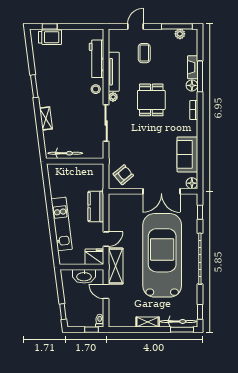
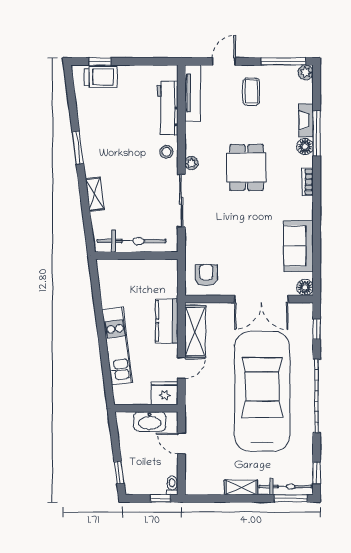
plant: (180, 34) -> (306, 72), moved
coffee table: (144, 53) -> (251, 92), moved
tv unit: (114, 72) -> (192, 93), moved
bicycle: (65, 153) -> (132, 241), width x1.37, depth x1.40
armchair: (123, 175) -> (206, 275), turned -50
shelving: (116, 266) -> (195, 331), moved

